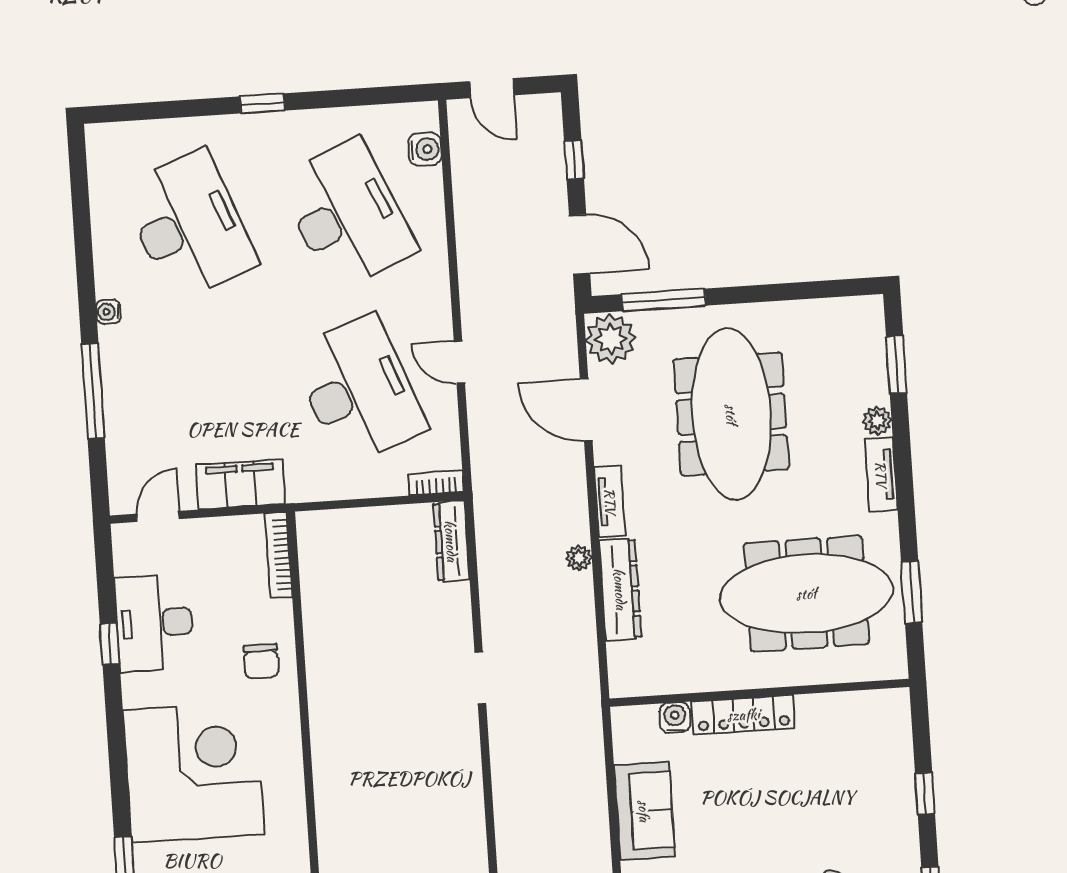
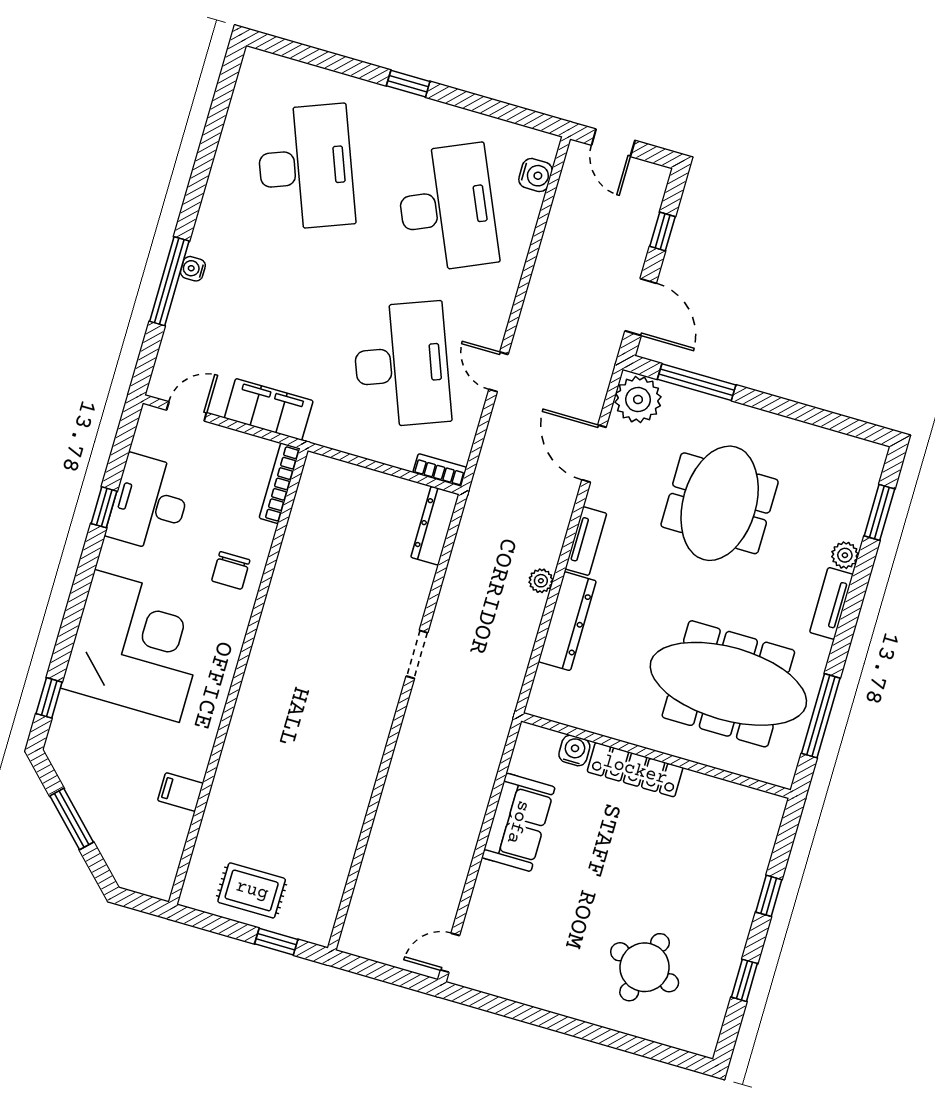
water cooler: (108, 312) -> (193, 269), moved
meeting table: (731, 414) -> (720, 503), width x0.73
window: (912, 592) -> (821, 716), width x1.44

